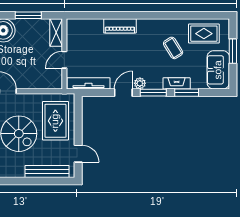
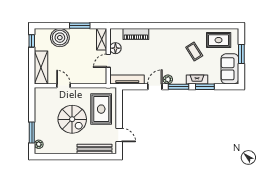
piano: (120, 26) -> (136, 34), moved
floor lamp: (74, 44) -> (115, 48), added

